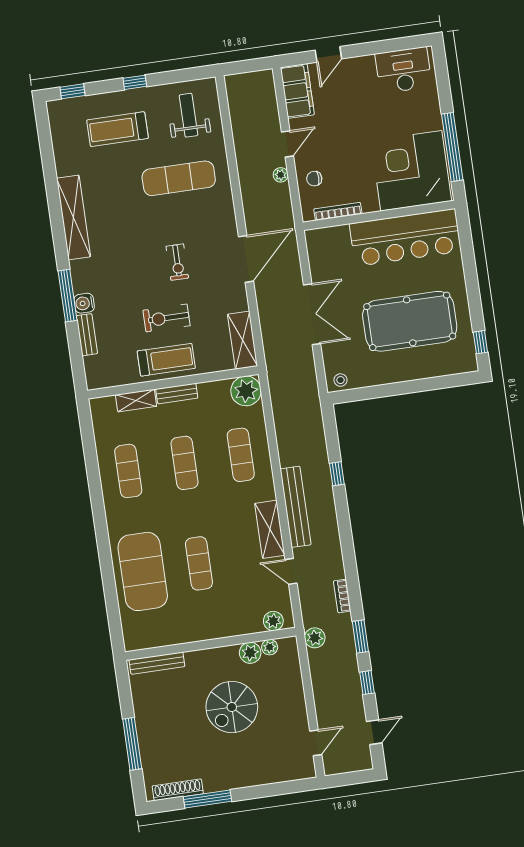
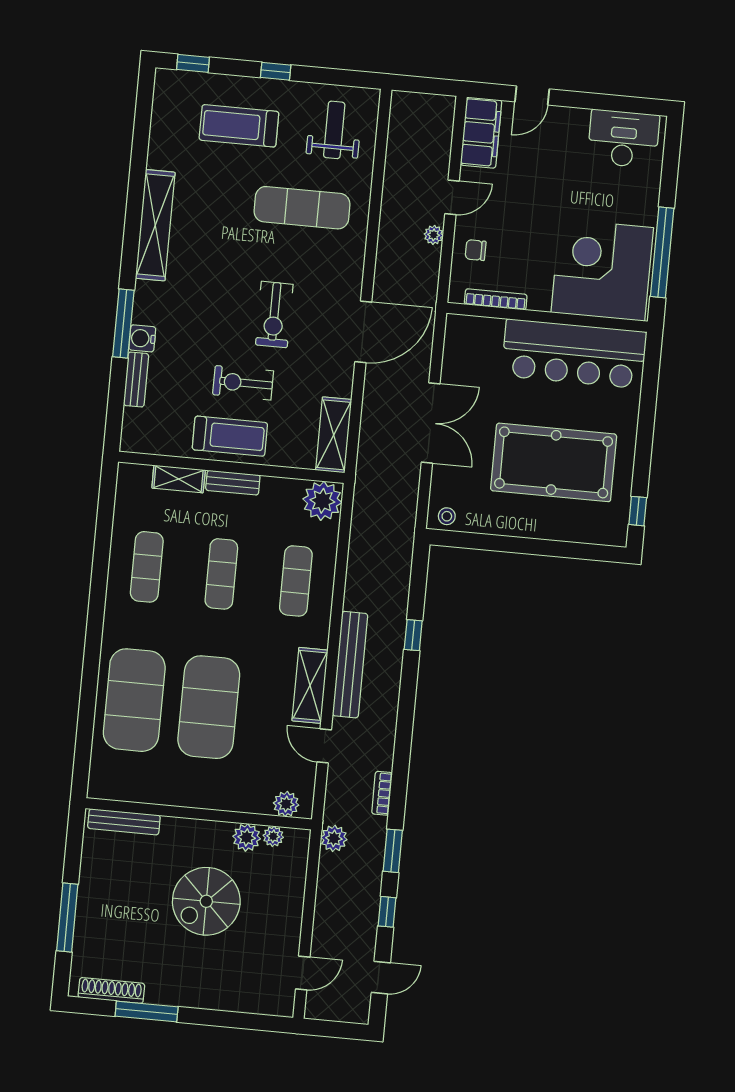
exercise bike: (177, 262) -> (274, 315), width x1.38, depth x1.39
exercise mat: (199, 563) -> (209, 707), width x2.00, depth x1.45

